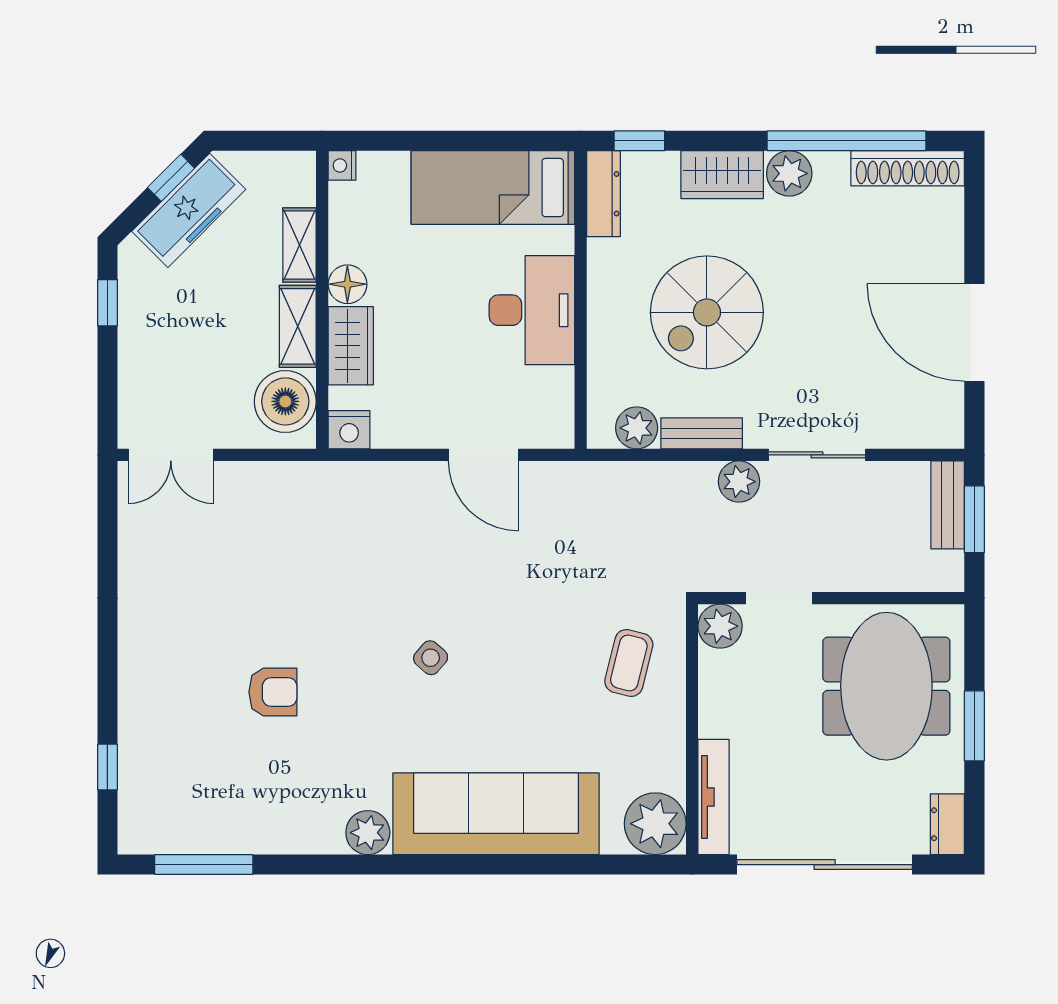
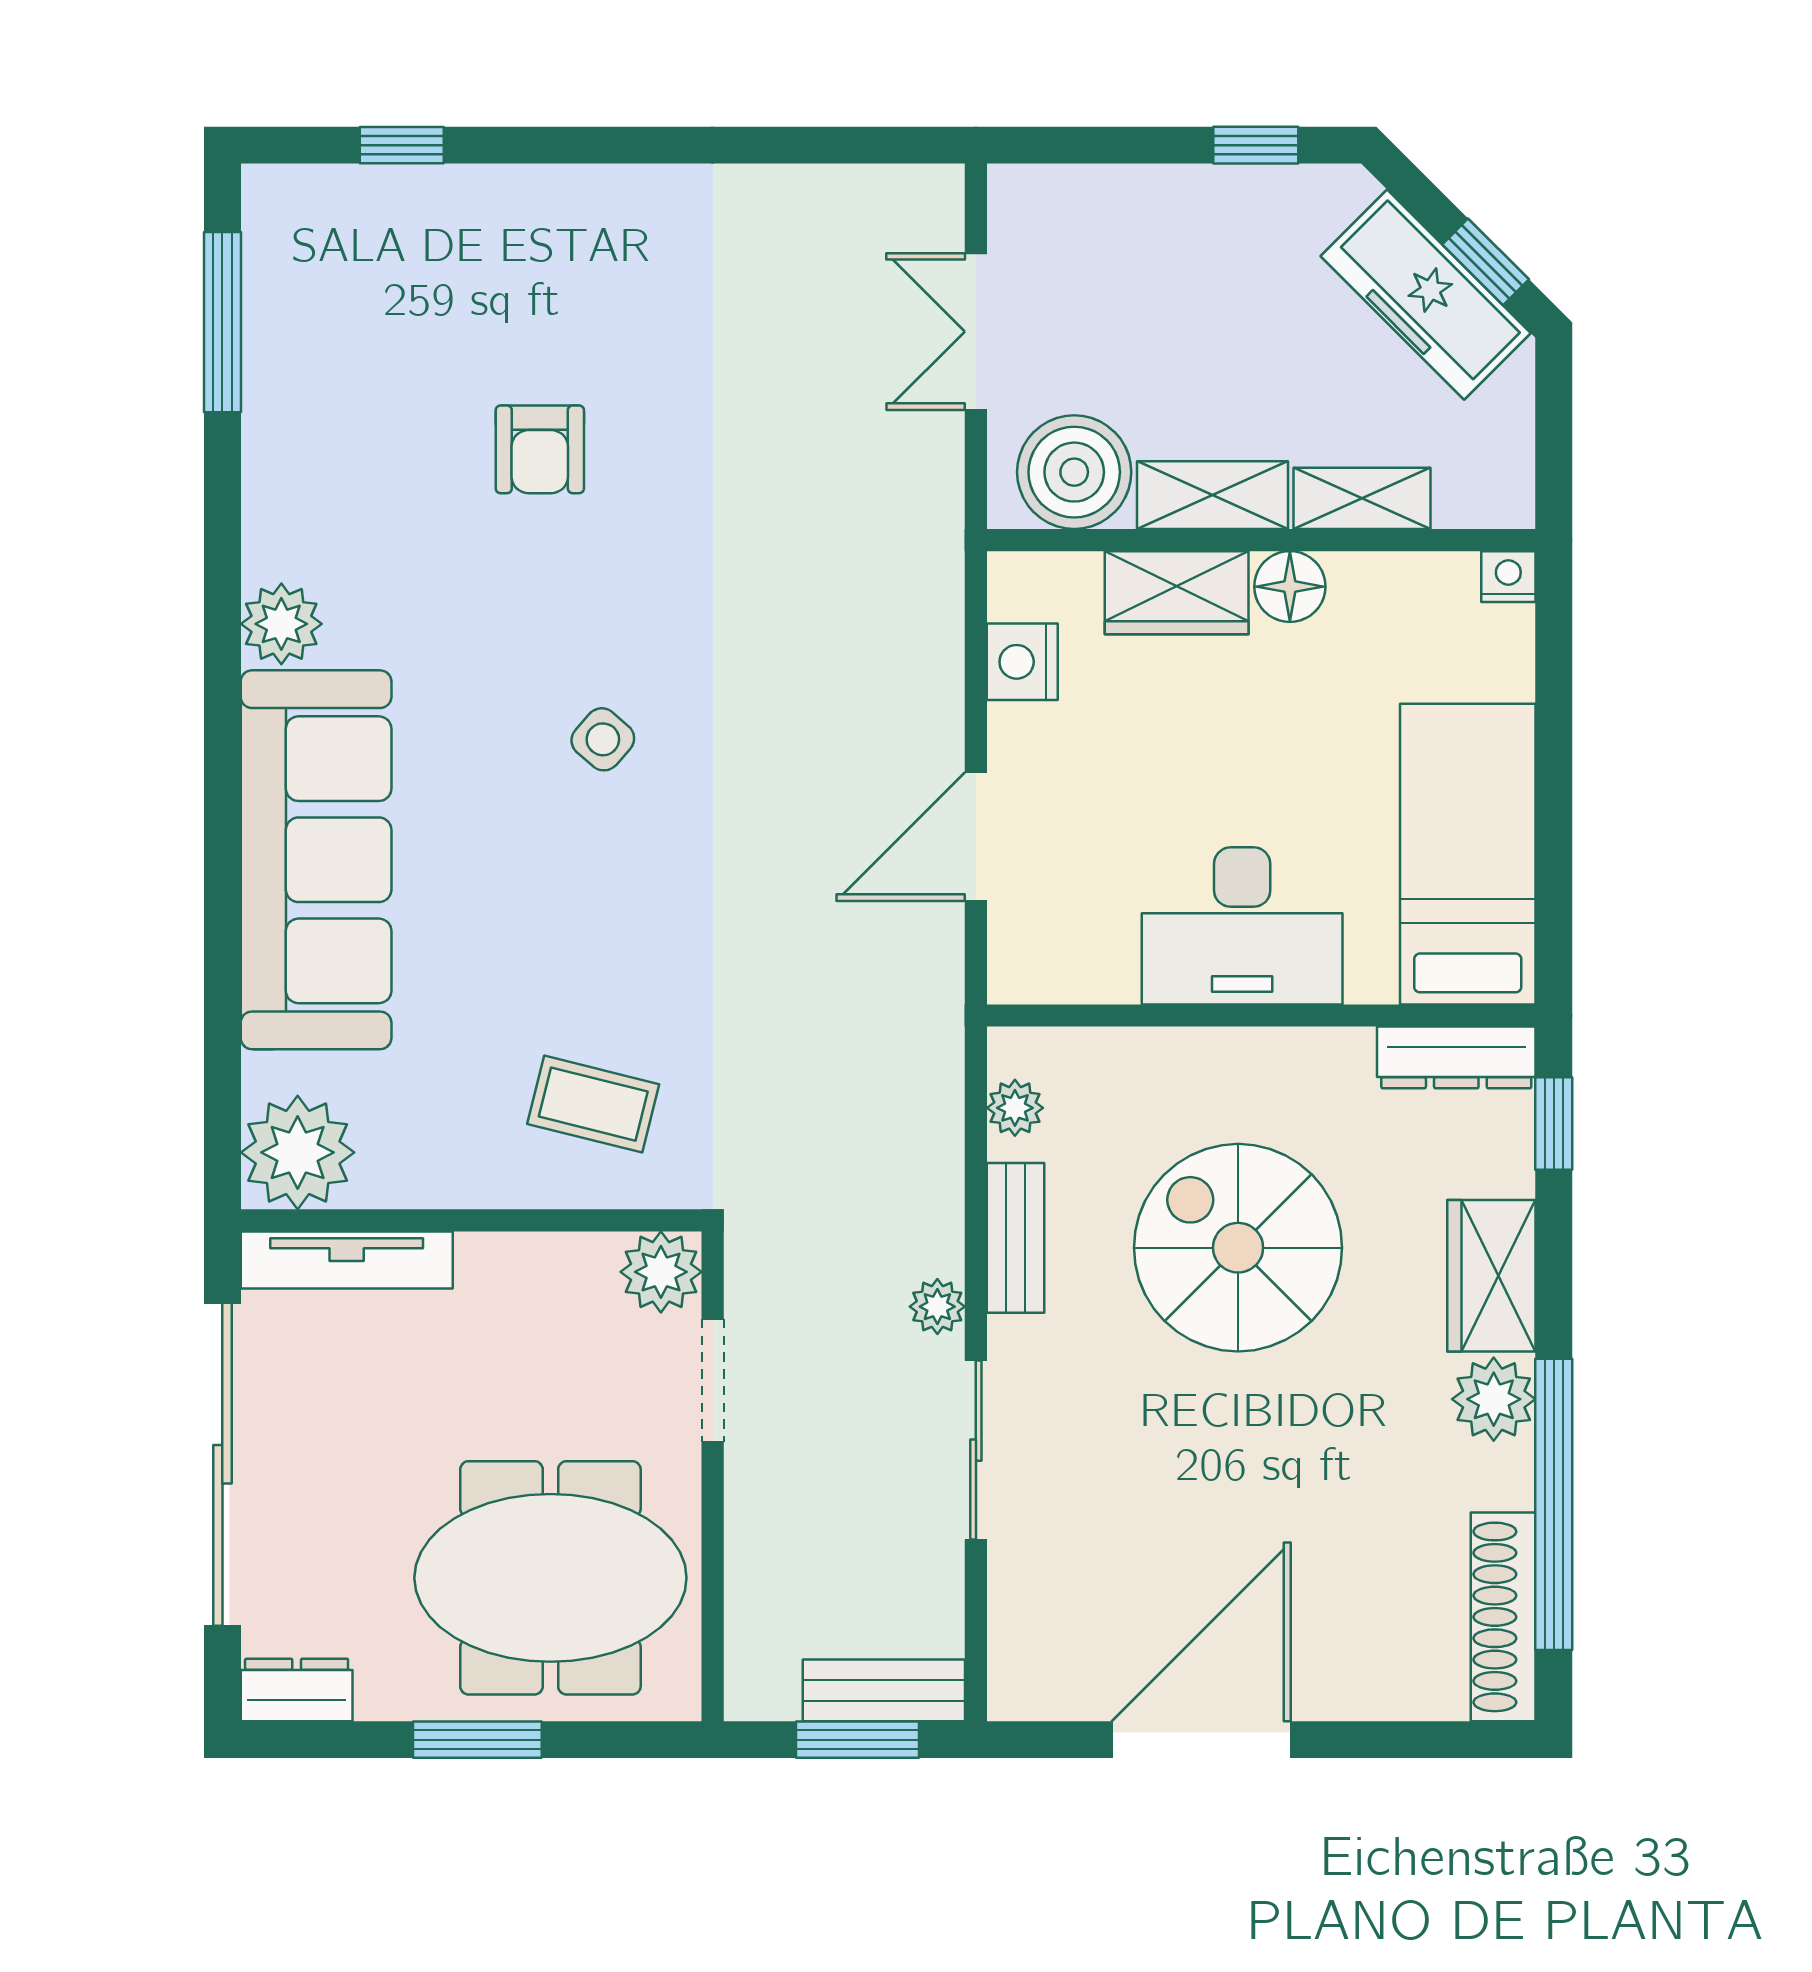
plant: (637, 428) -> (1015, 1108), width x0.73, depth x0.73
nightstand: (349, 430) -> (1022, 662), moved
double door: (171, 455) -> (976, 332), moved
plant: (739, 482) -> (937, 1307), width x0.73, depth x0.73

